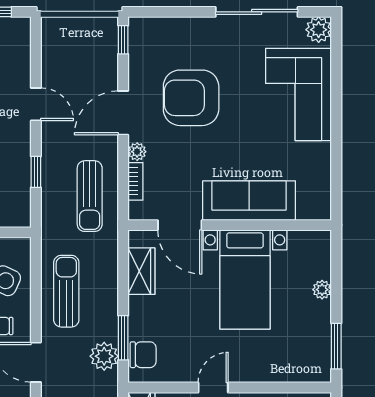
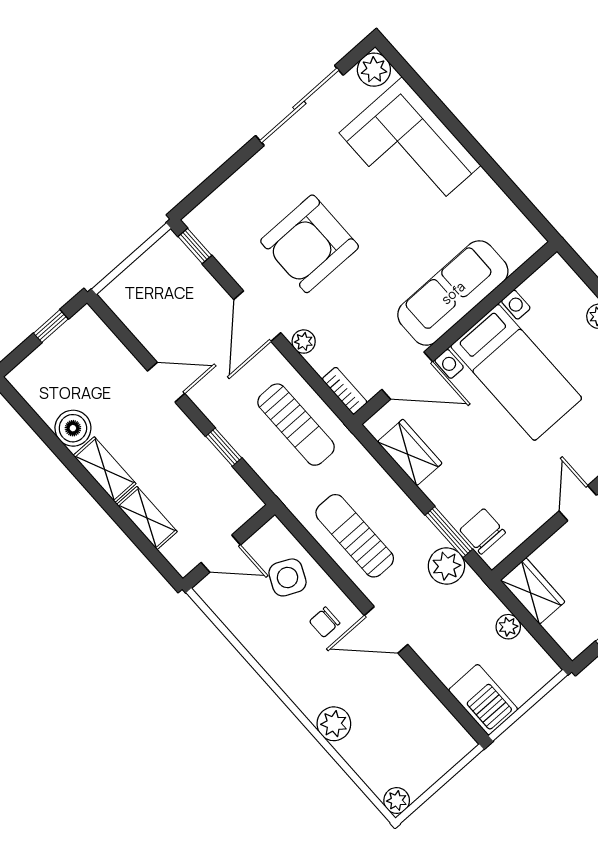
bookcase: (135, 181) -> (345, 391), moved
chair: (143, 355) -> (483, 531), turned -90

